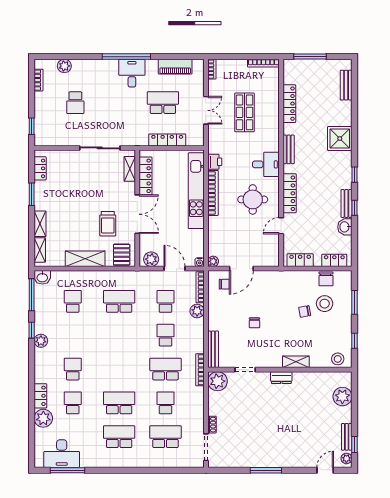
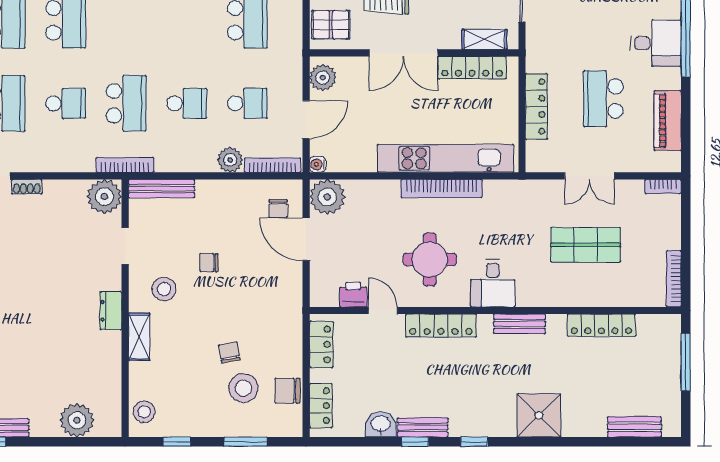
school desk: (163, 103) -> (603, 99), turned 180
printer: (215, 162) -> (353, 295), moved, turned 180
plant: (213, 261) -> (327, 197), width x1.87, depth x1.87
stool: (269, 348) -> (164, 289), added

